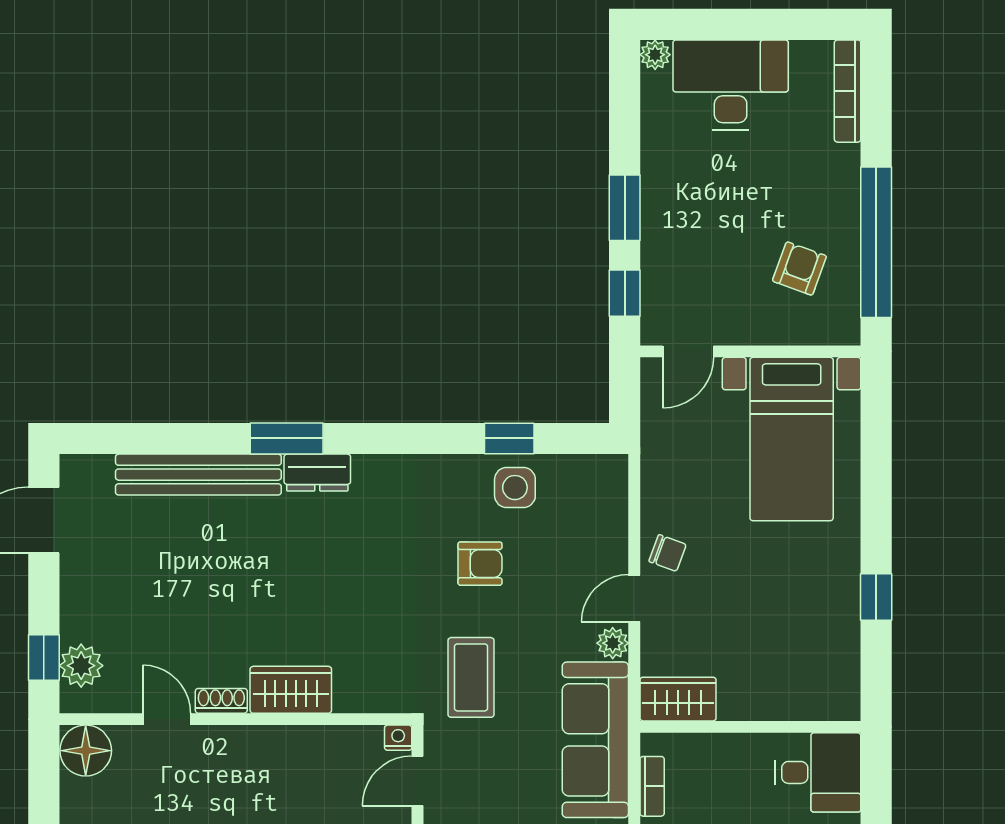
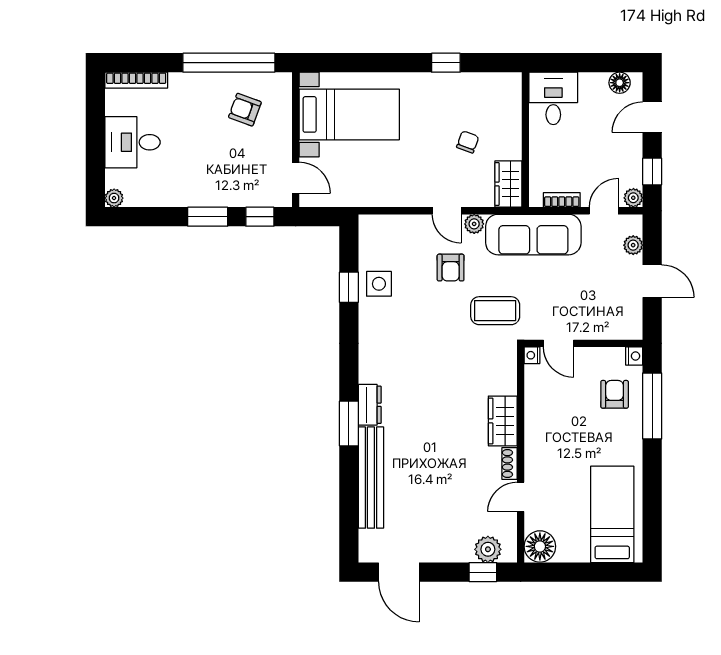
desk: (731, 85) -> (132, 142), width x0.73
chair: (668, 553) -> (468, 142), moved
armchair: (480, 564) -> (451, 268), moved, turned 180

